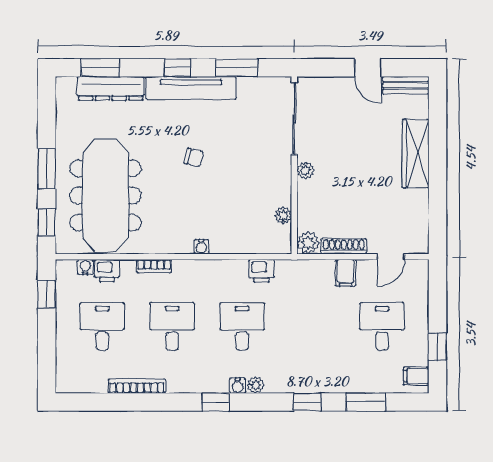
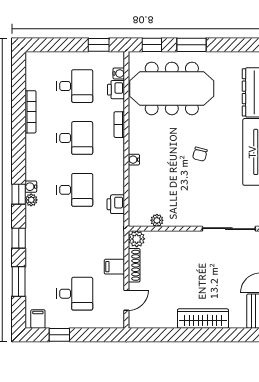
plant: (306, 170) -> (190, 237), removed
door: (391, 257) -> (126, 300), swing flipped
window: (215, 402) -> (19, 194), moved

